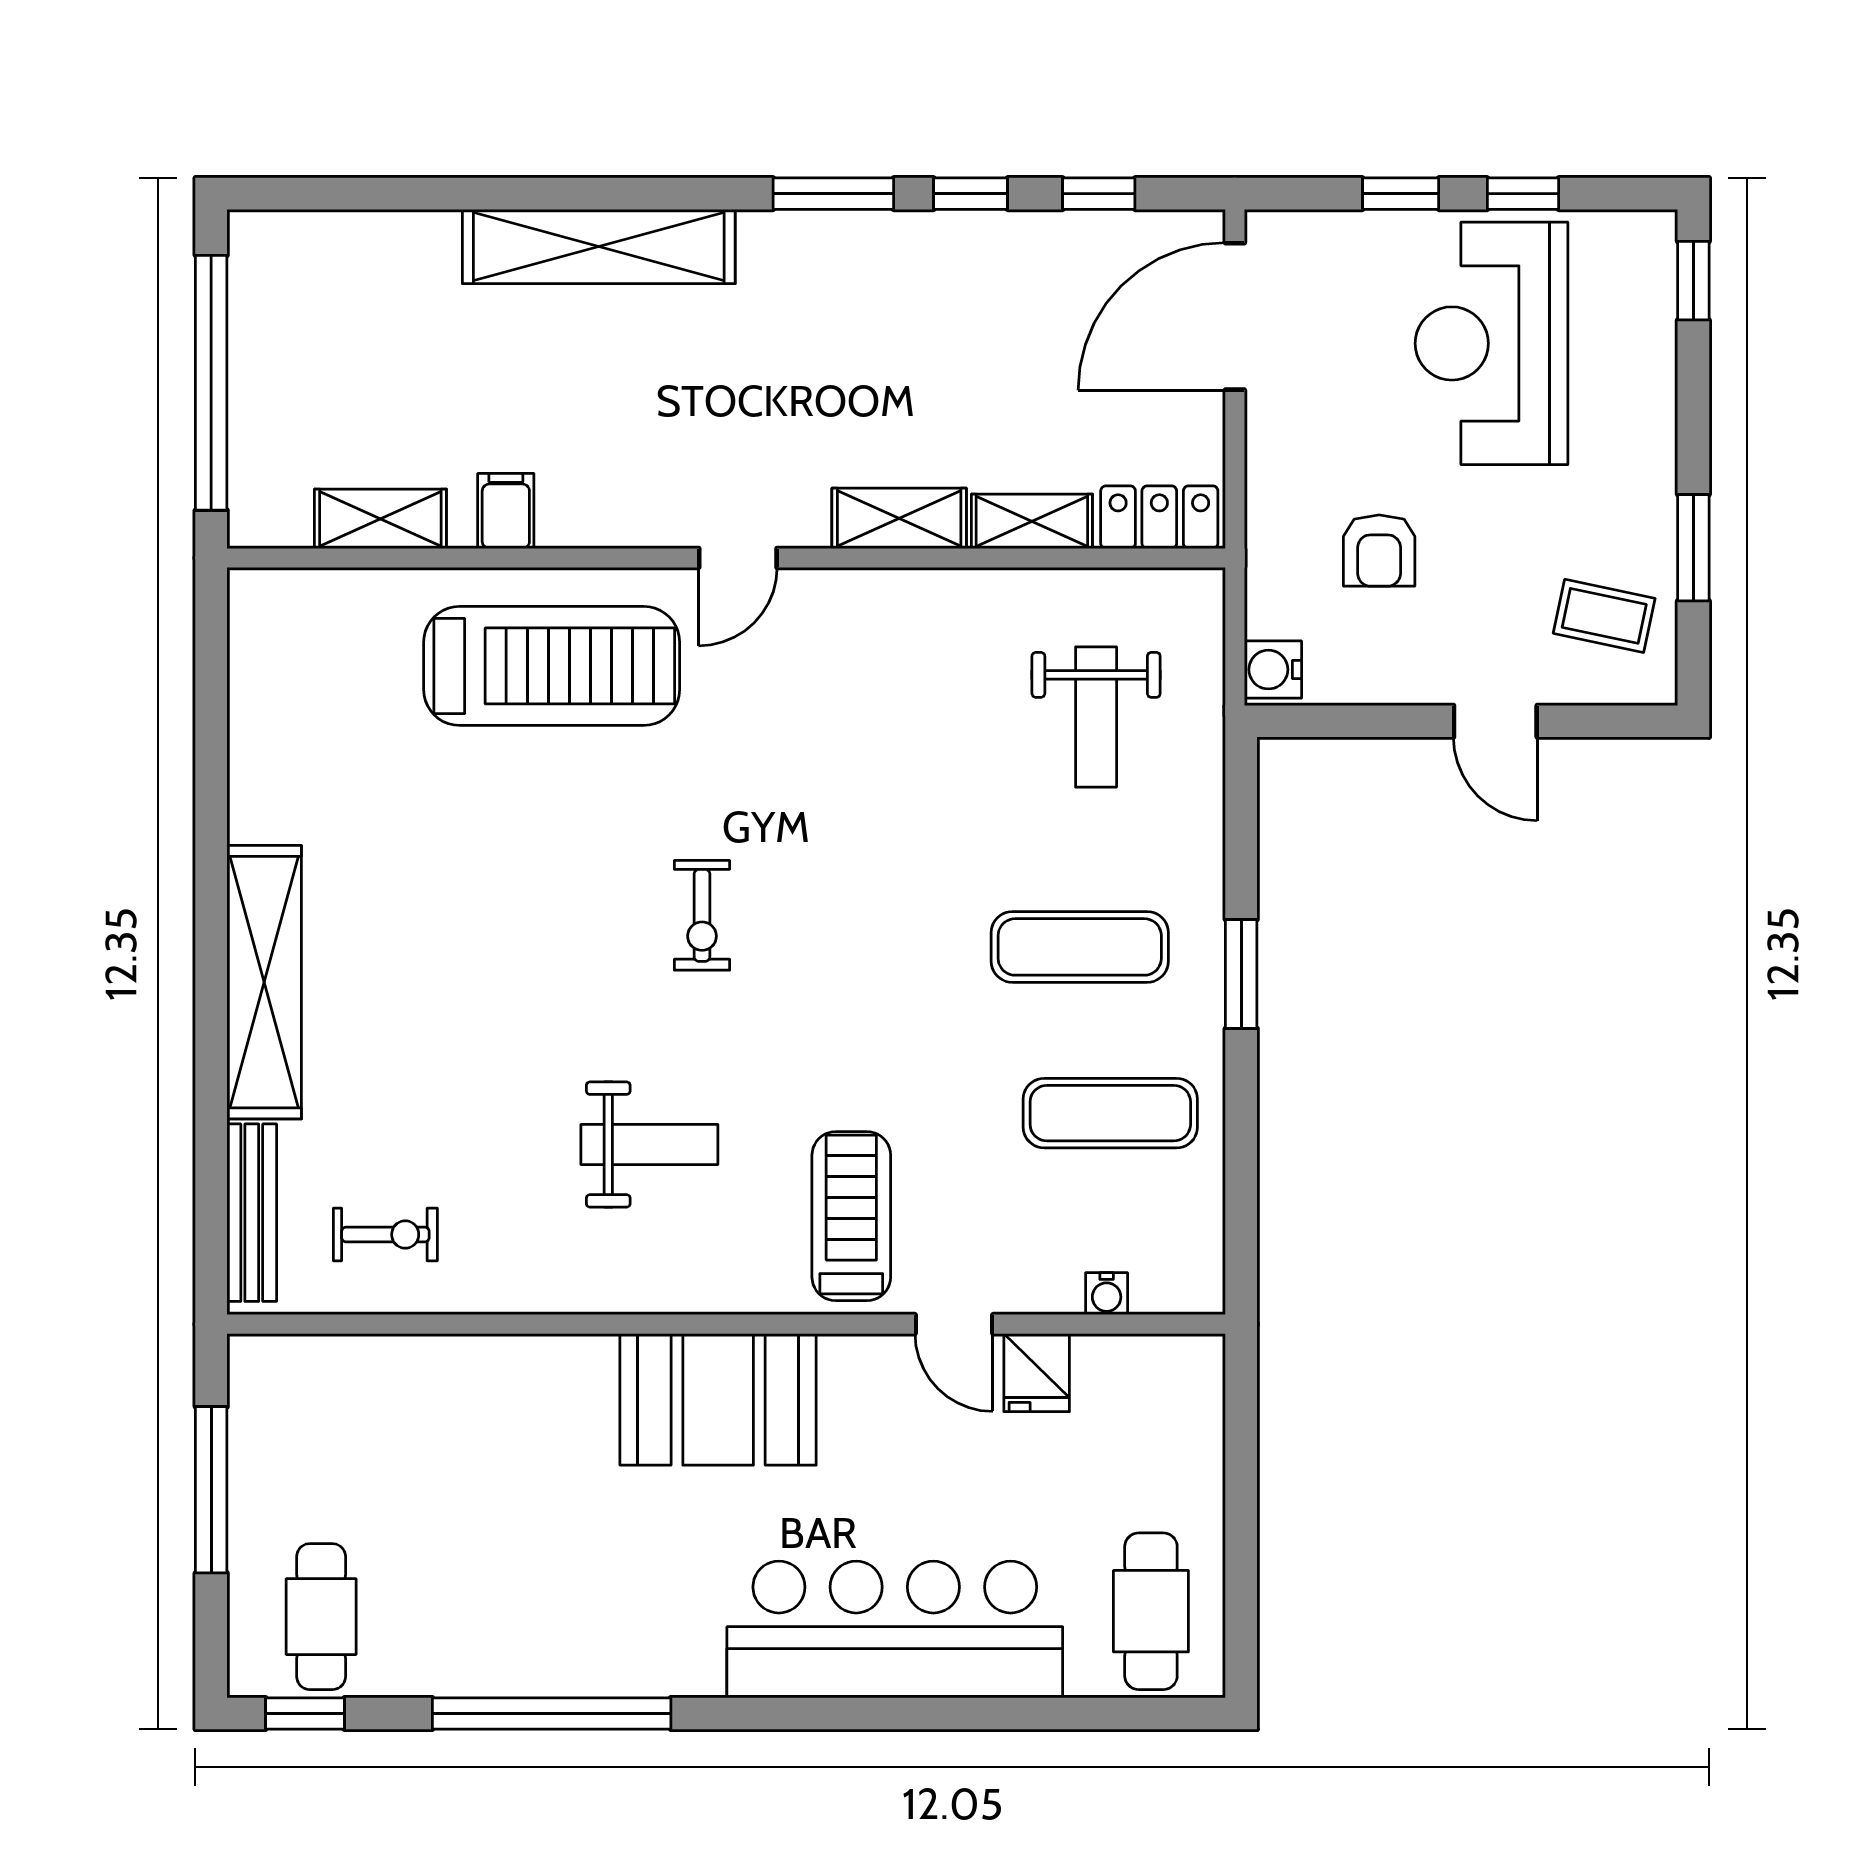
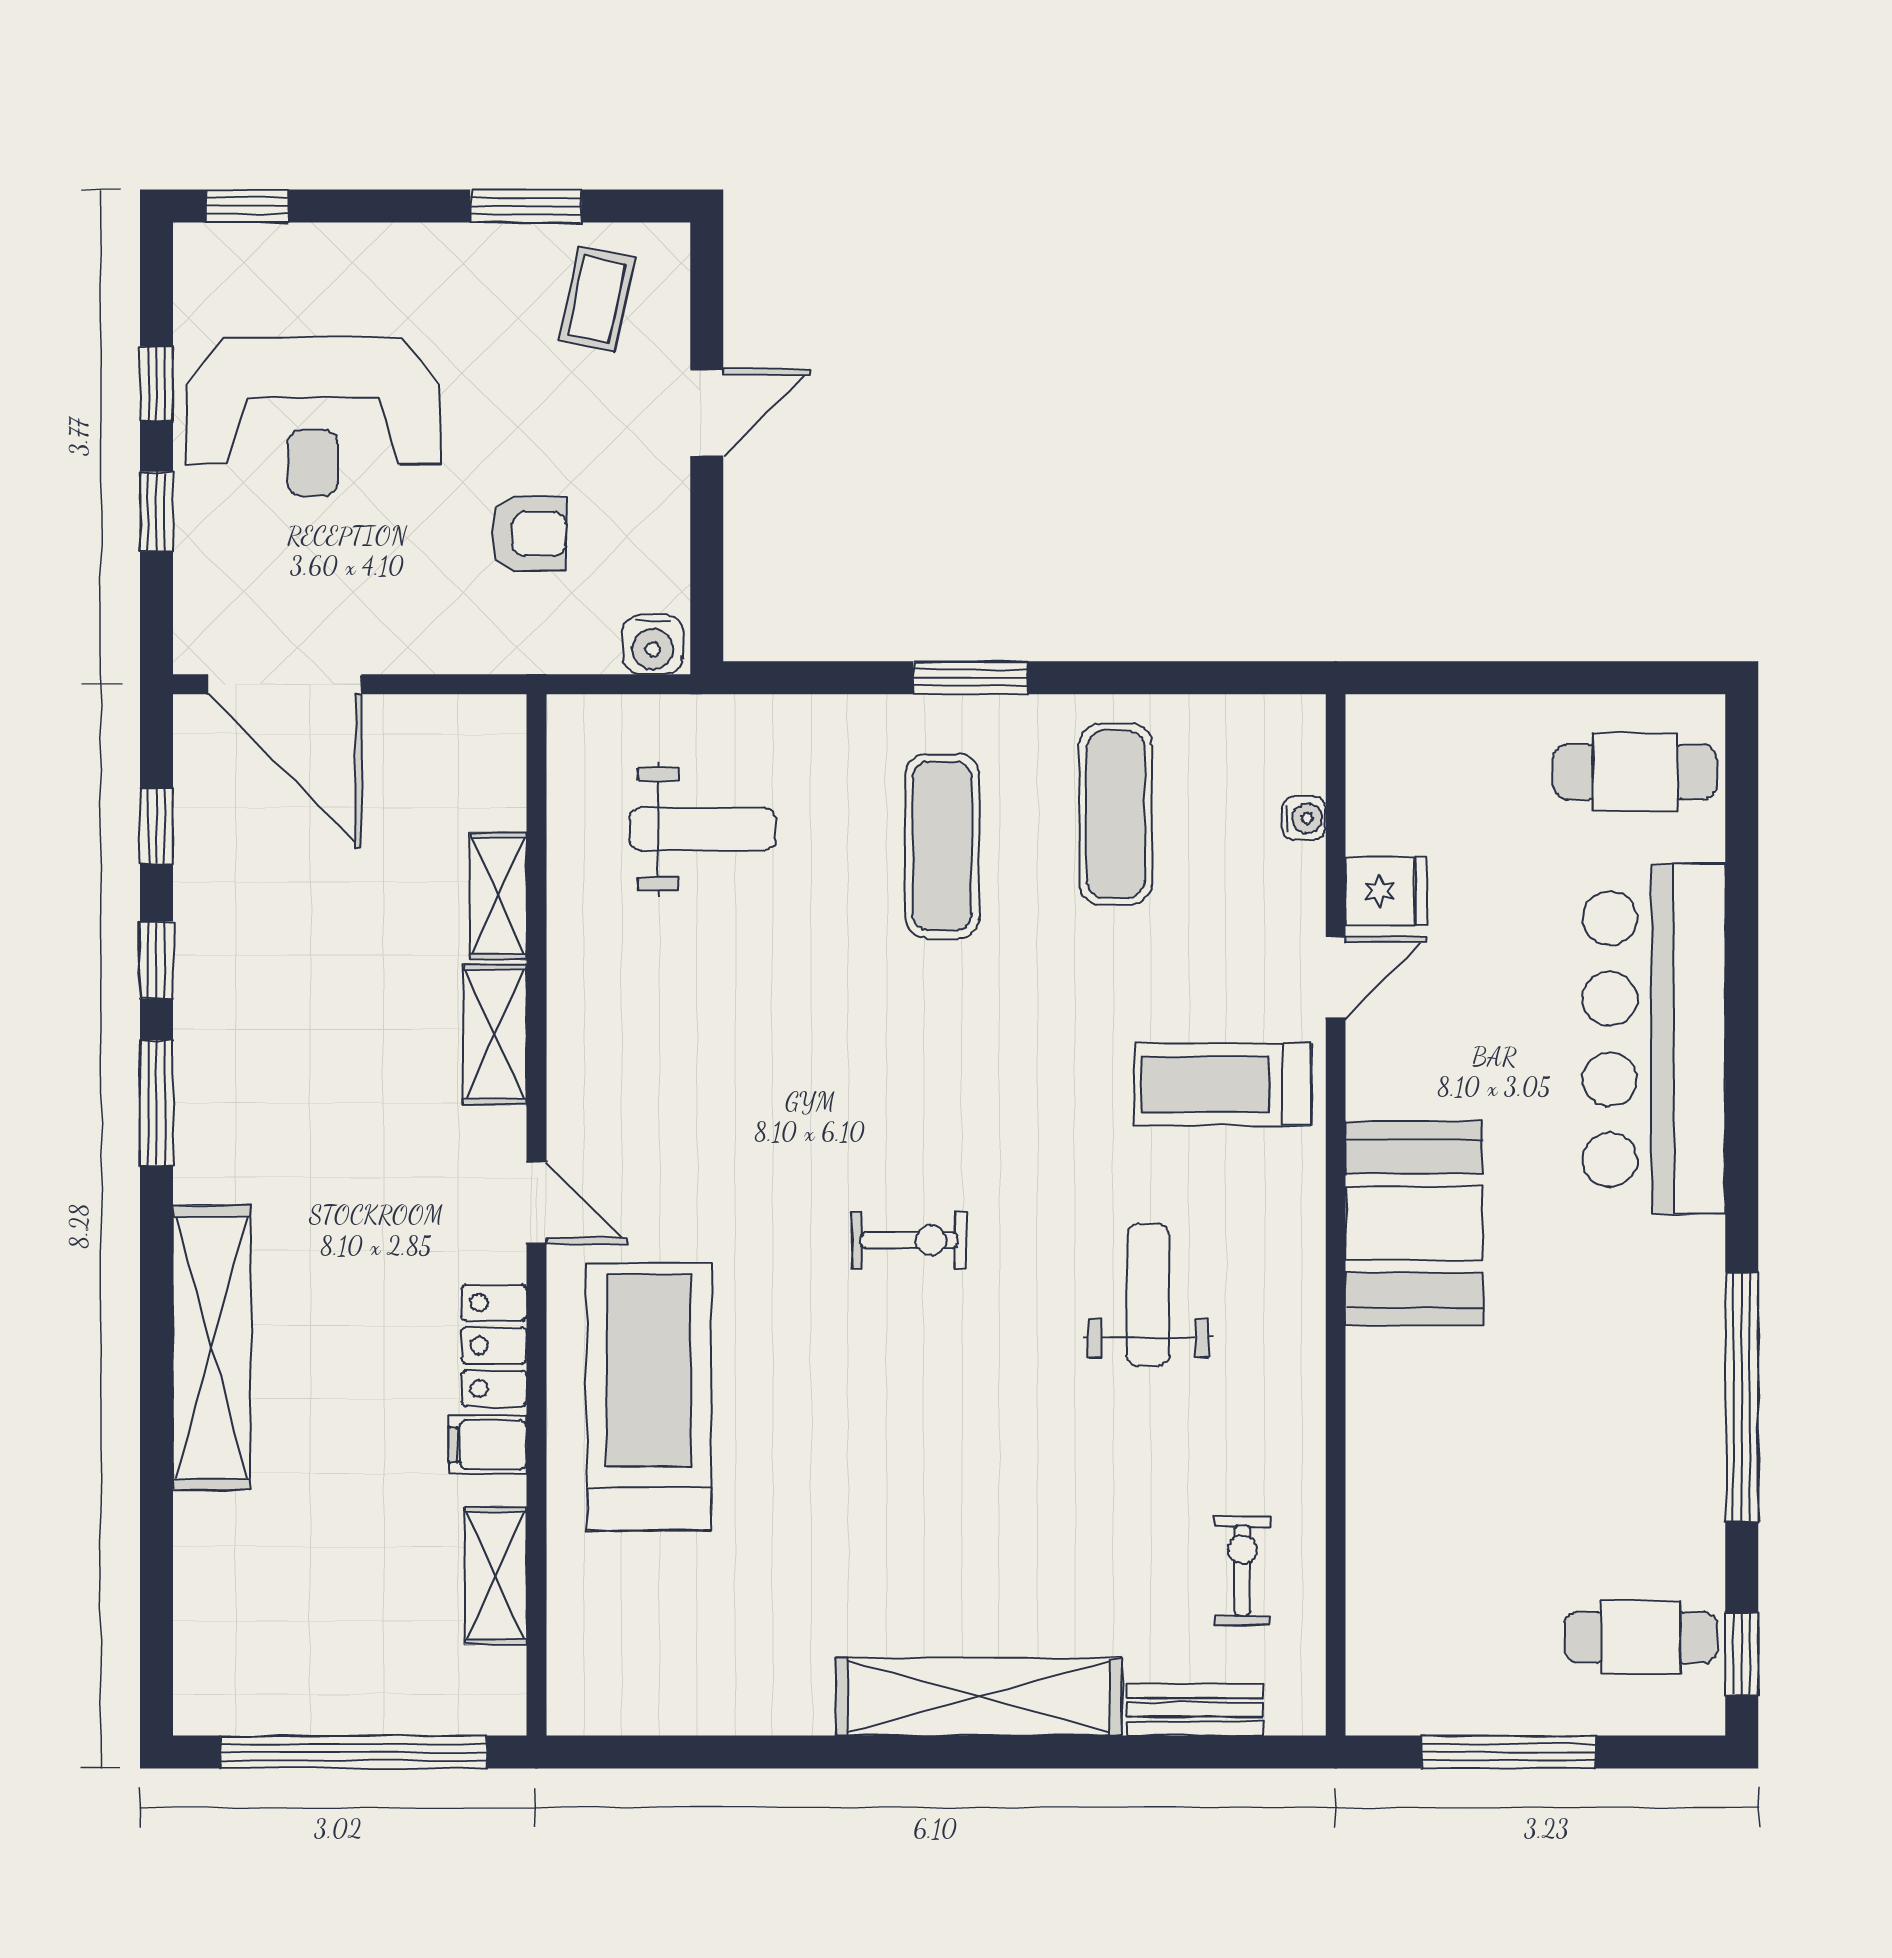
locker: (1159, 517) -> (494, 1346), moved
bench: (252, 1213) -> (1195, 1710), width x0.73

